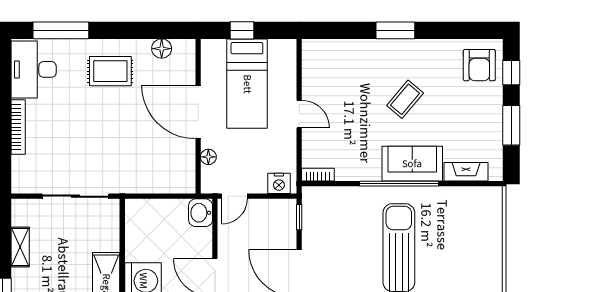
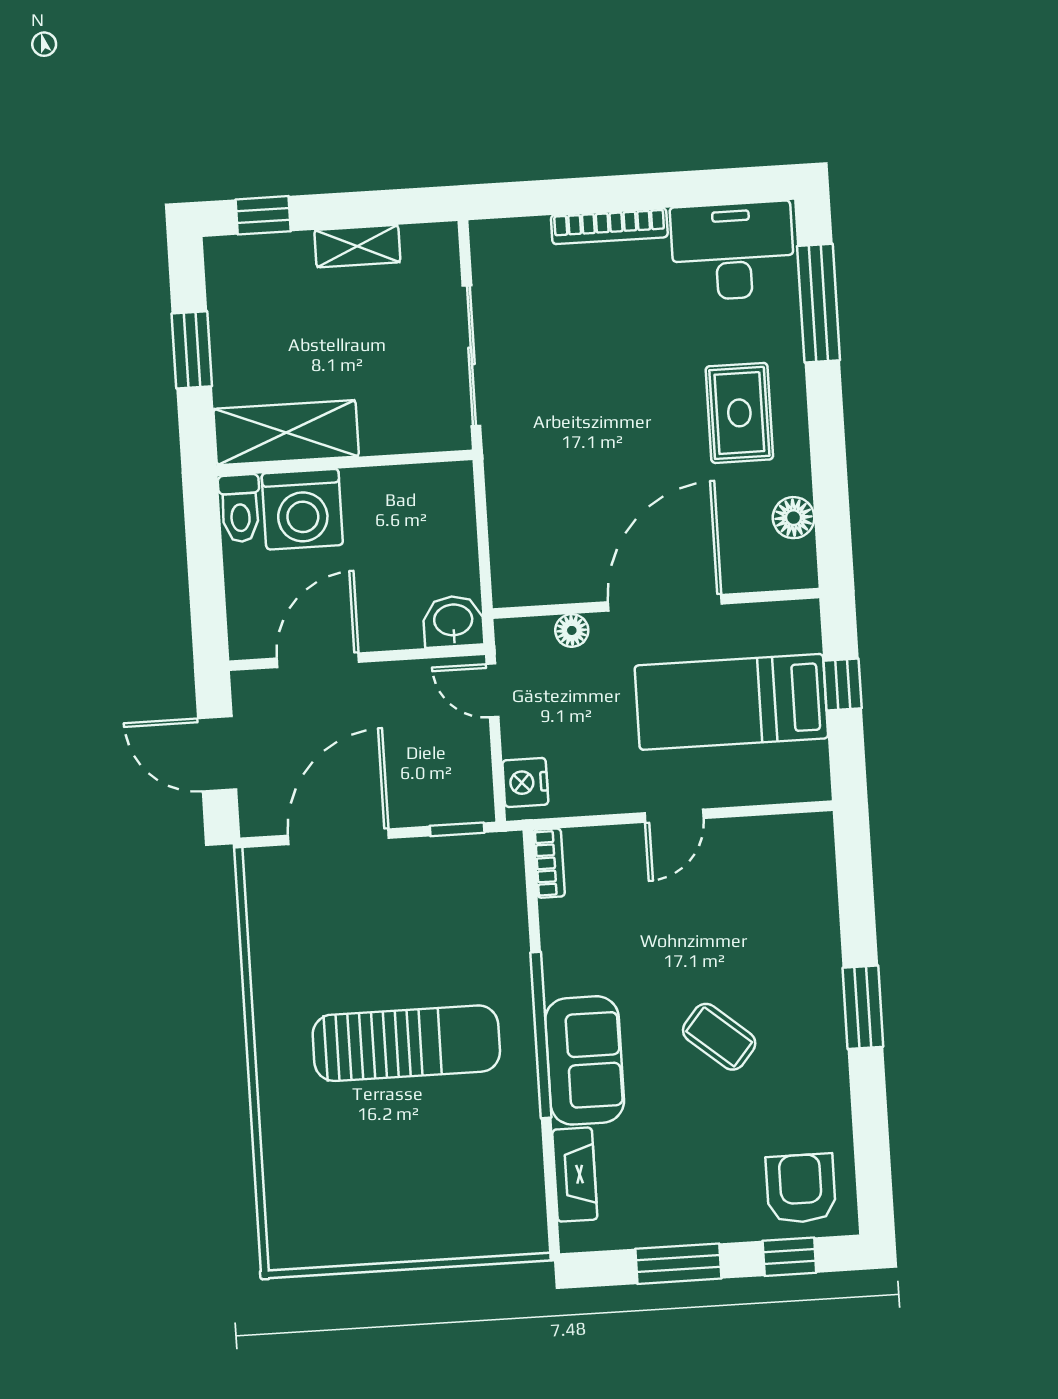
armchair: (479, 65) -> (801, 1188), turned 90

